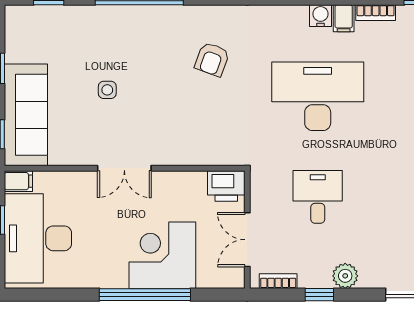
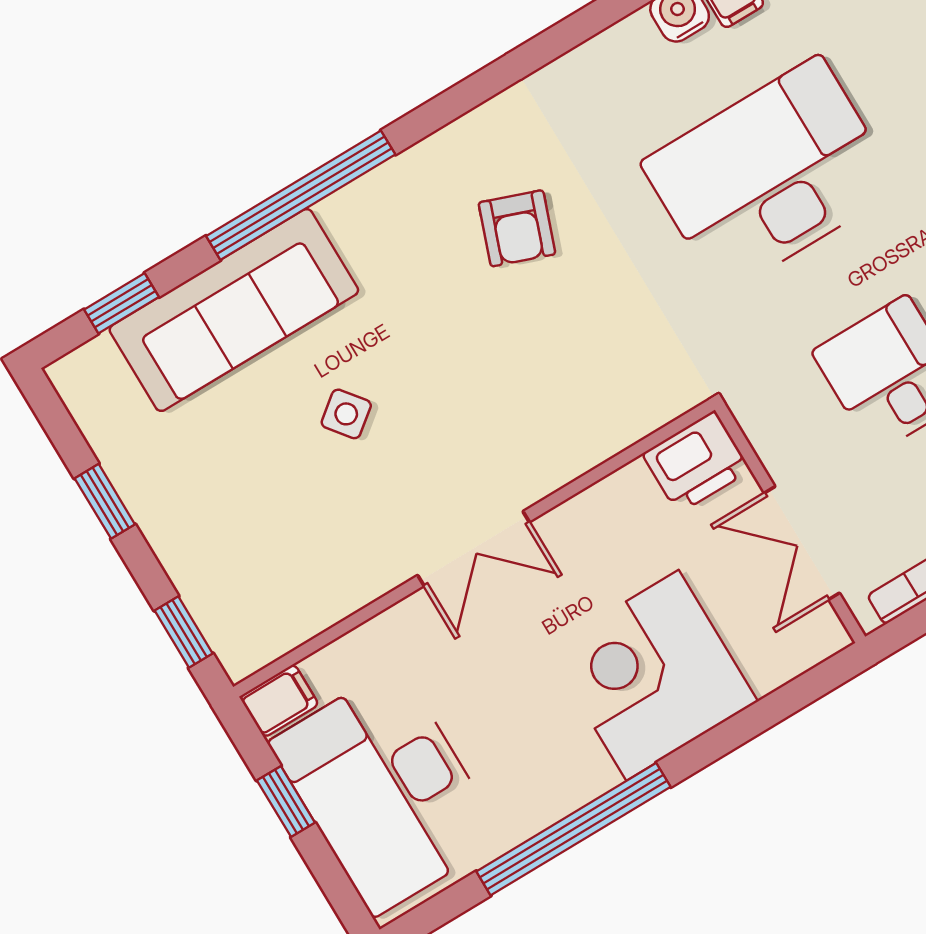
side table: (107, 90) -> (346, 414), turned -38
sofa: (26, 115) -> (234, 310), moved, turned 90
window: (145, 295) -> (573, 829), moved

